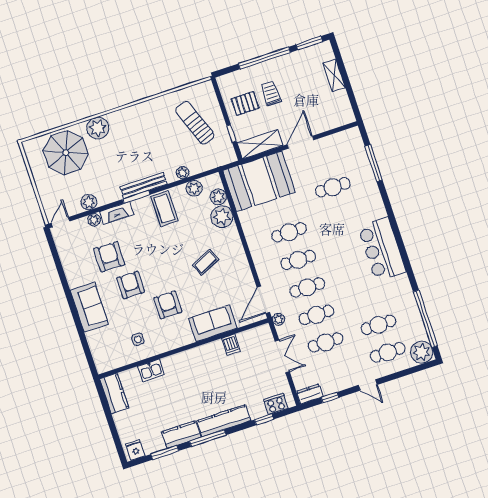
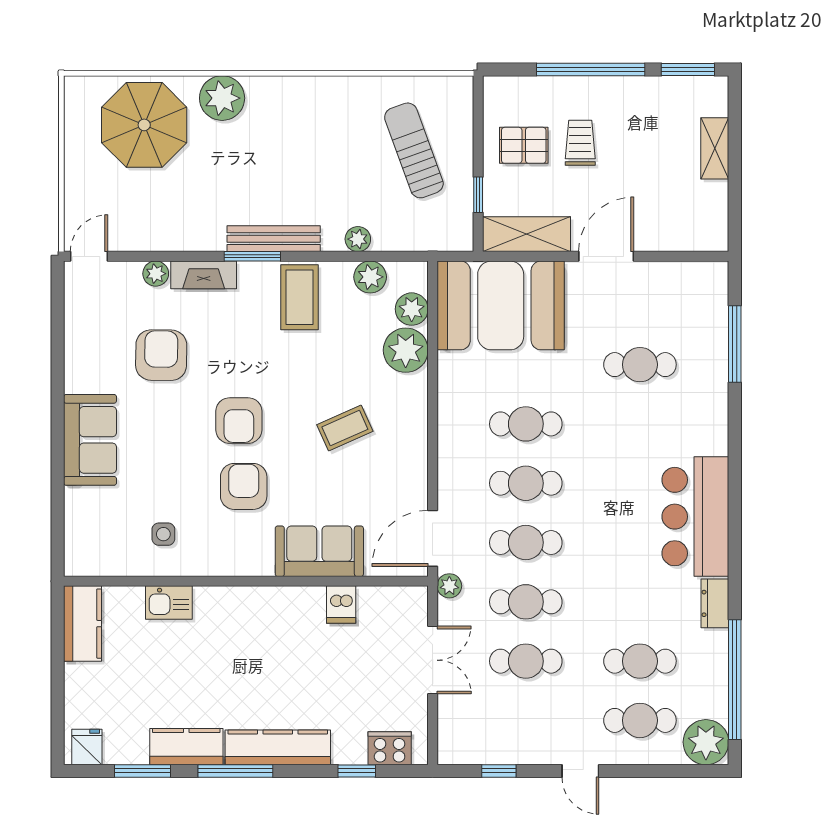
plant: (89, 202) -> (157, 236), removed
armchair: (131, 285) -> (239, 421), moved, turned 180
dresser: (310, 394) -> (715, 603), moved, turned -90

